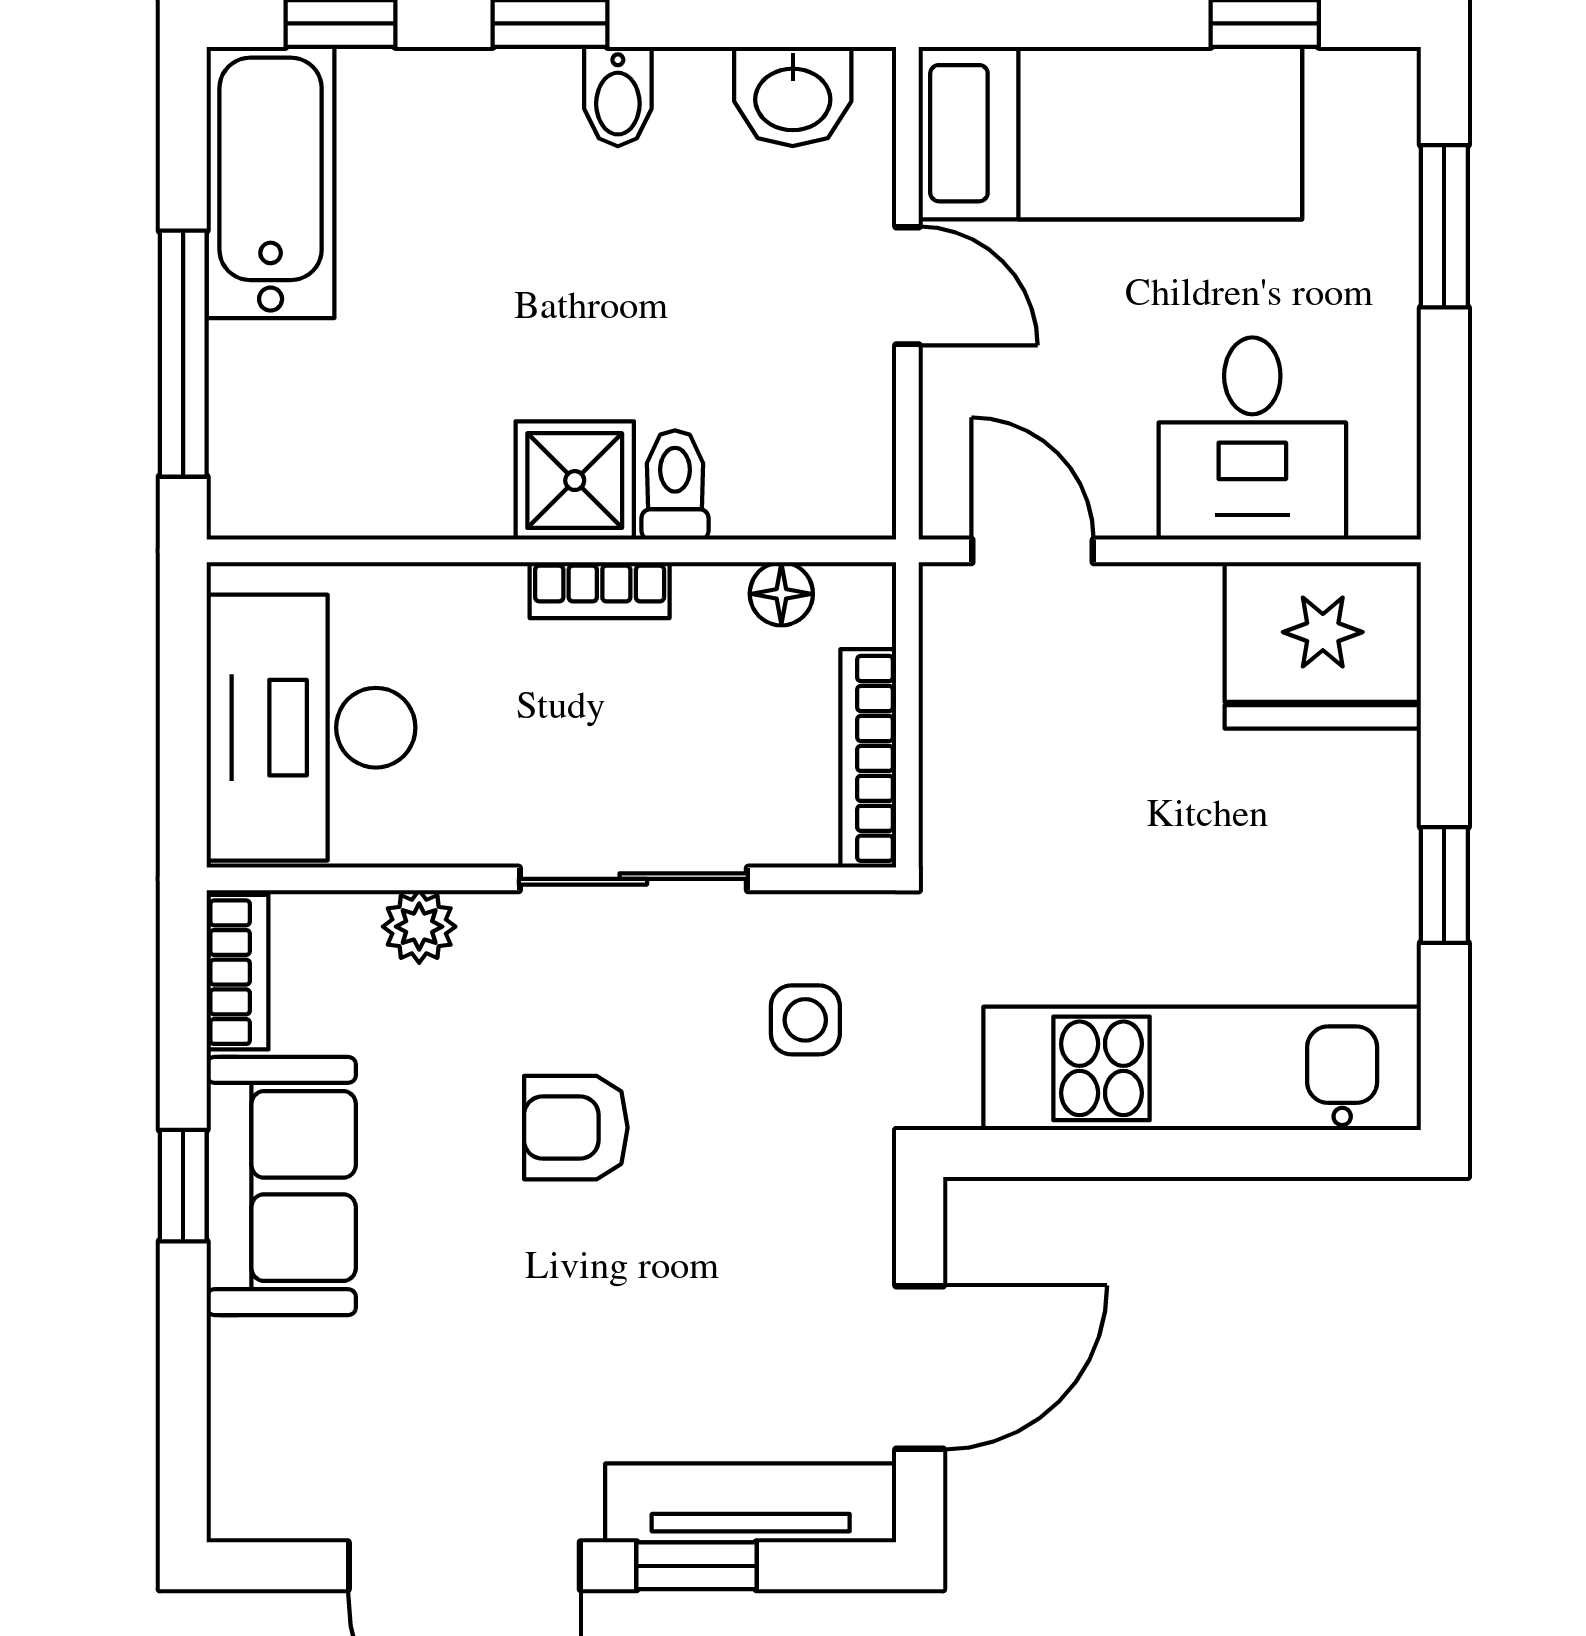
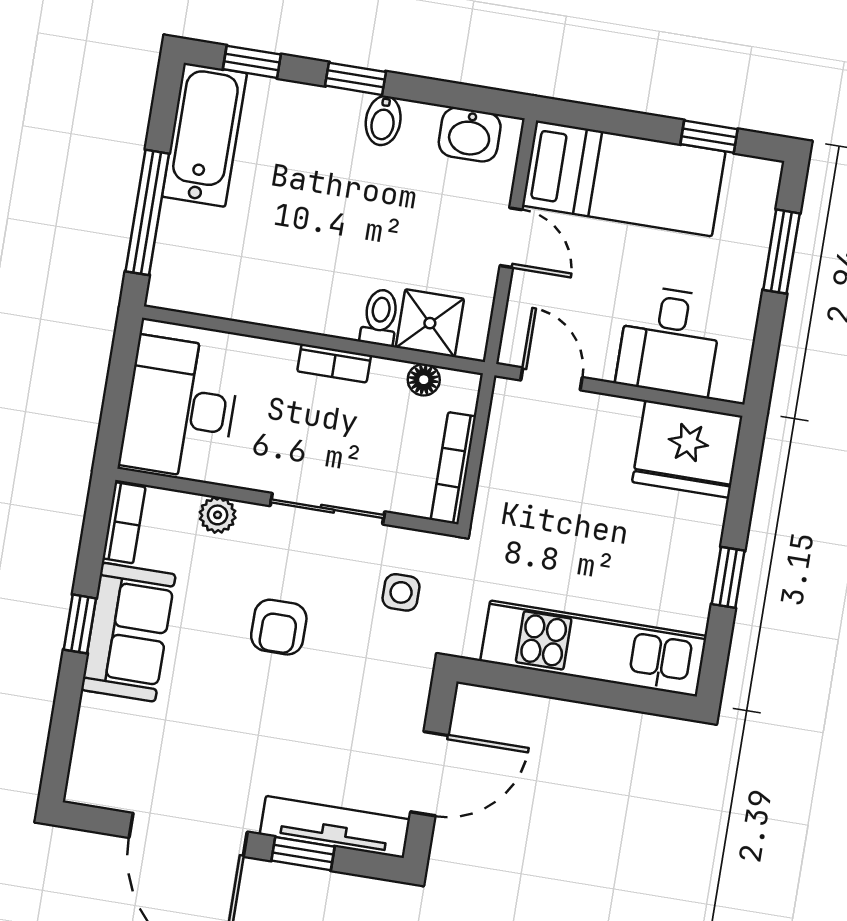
shower: (575, 481) -> (430, 323), moved
armchair: (576, 1128) -> (279, 627), turned -90

